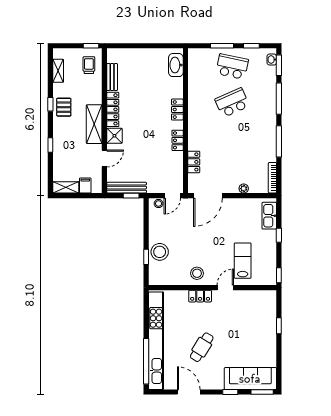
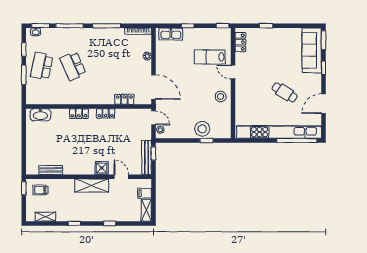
pallet: (64, 107) -> (77, 212), removed
locker: (113, 109) -> (79, 169), removed
locker: (200, 296) -> (240, 42), moved

